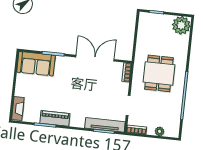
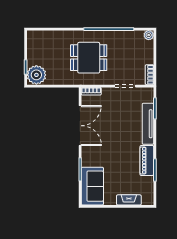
plant: (181, 25) -> (36, 75), moved
double door: (95, 58) -> (80, 126), swing flipped
fireplace: (18, 108) -> (129, 200), moved
tv unit: (105, 125) -> (148, 124), moved
plant: (159, 131) -> (149, 35), moved

